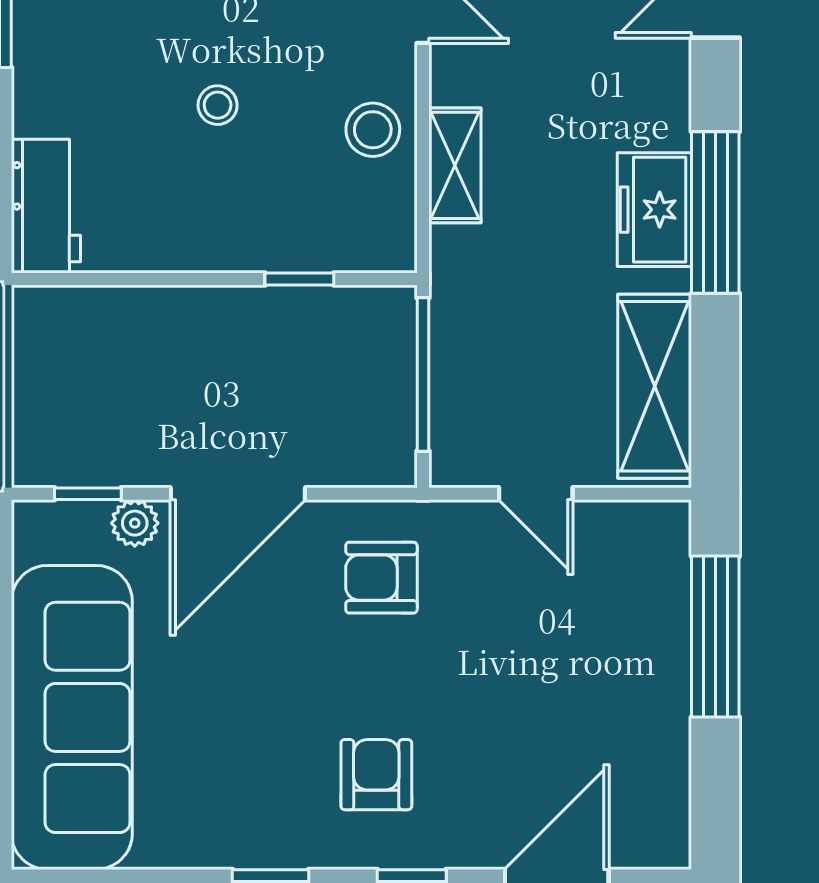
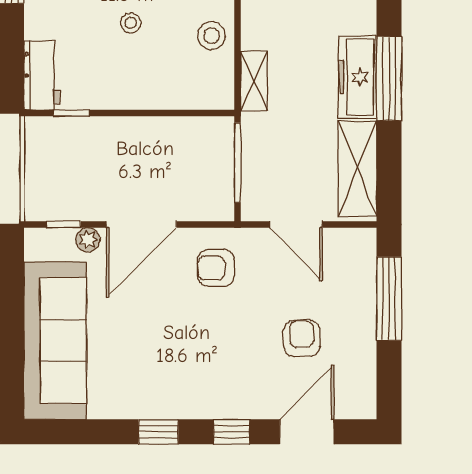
shelving: (455, 165) -> (254, 81), moved
freezer: (654, 210) -> (357, 77), width x1.40
window: (299, 279) -> (71, 113), moved
door: (536, 494) -> (296, 224), width x1.38
armchair: (376, 775) -> (302, 339), moved

